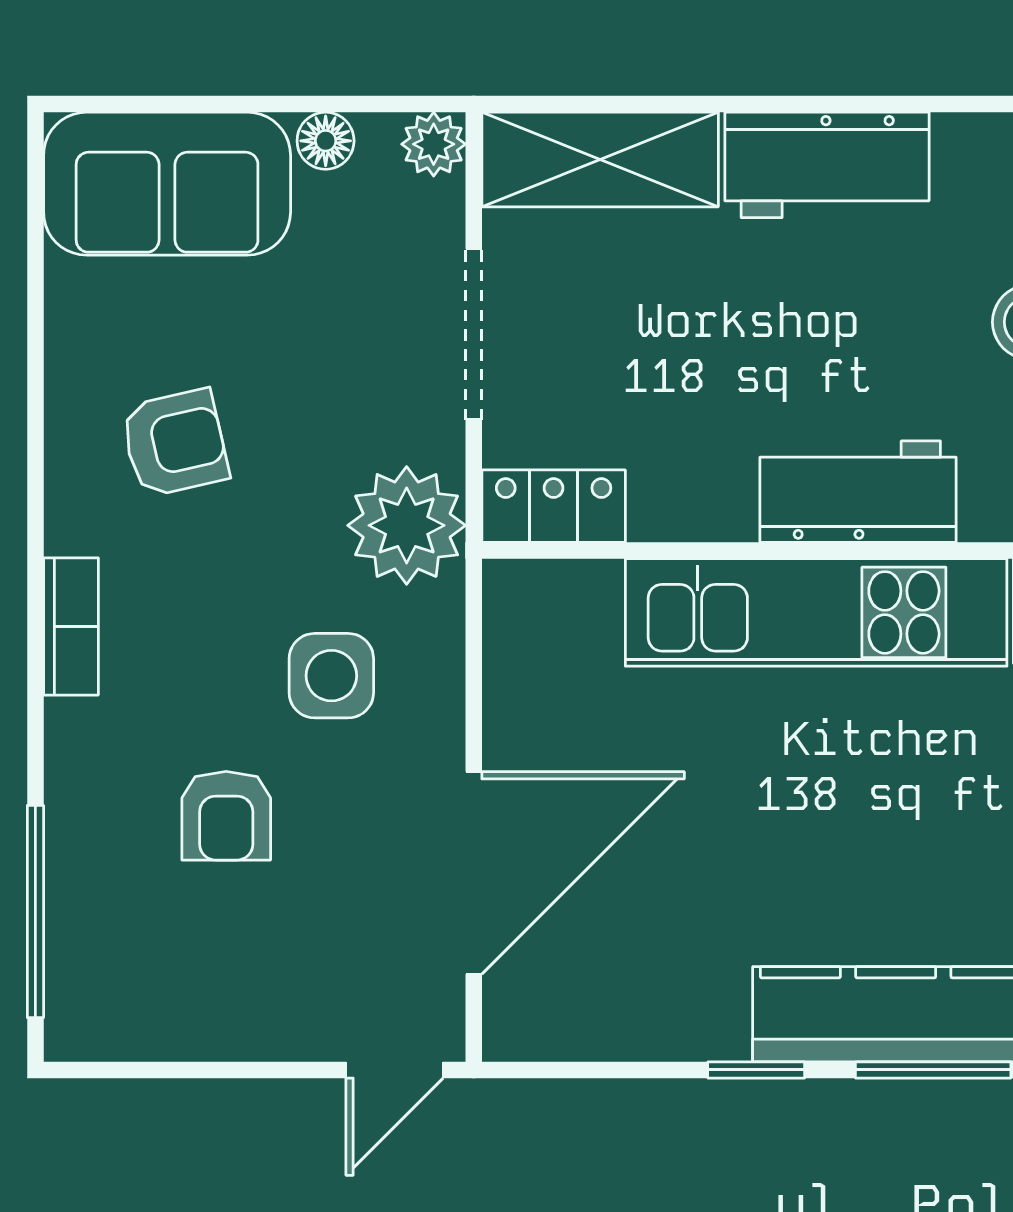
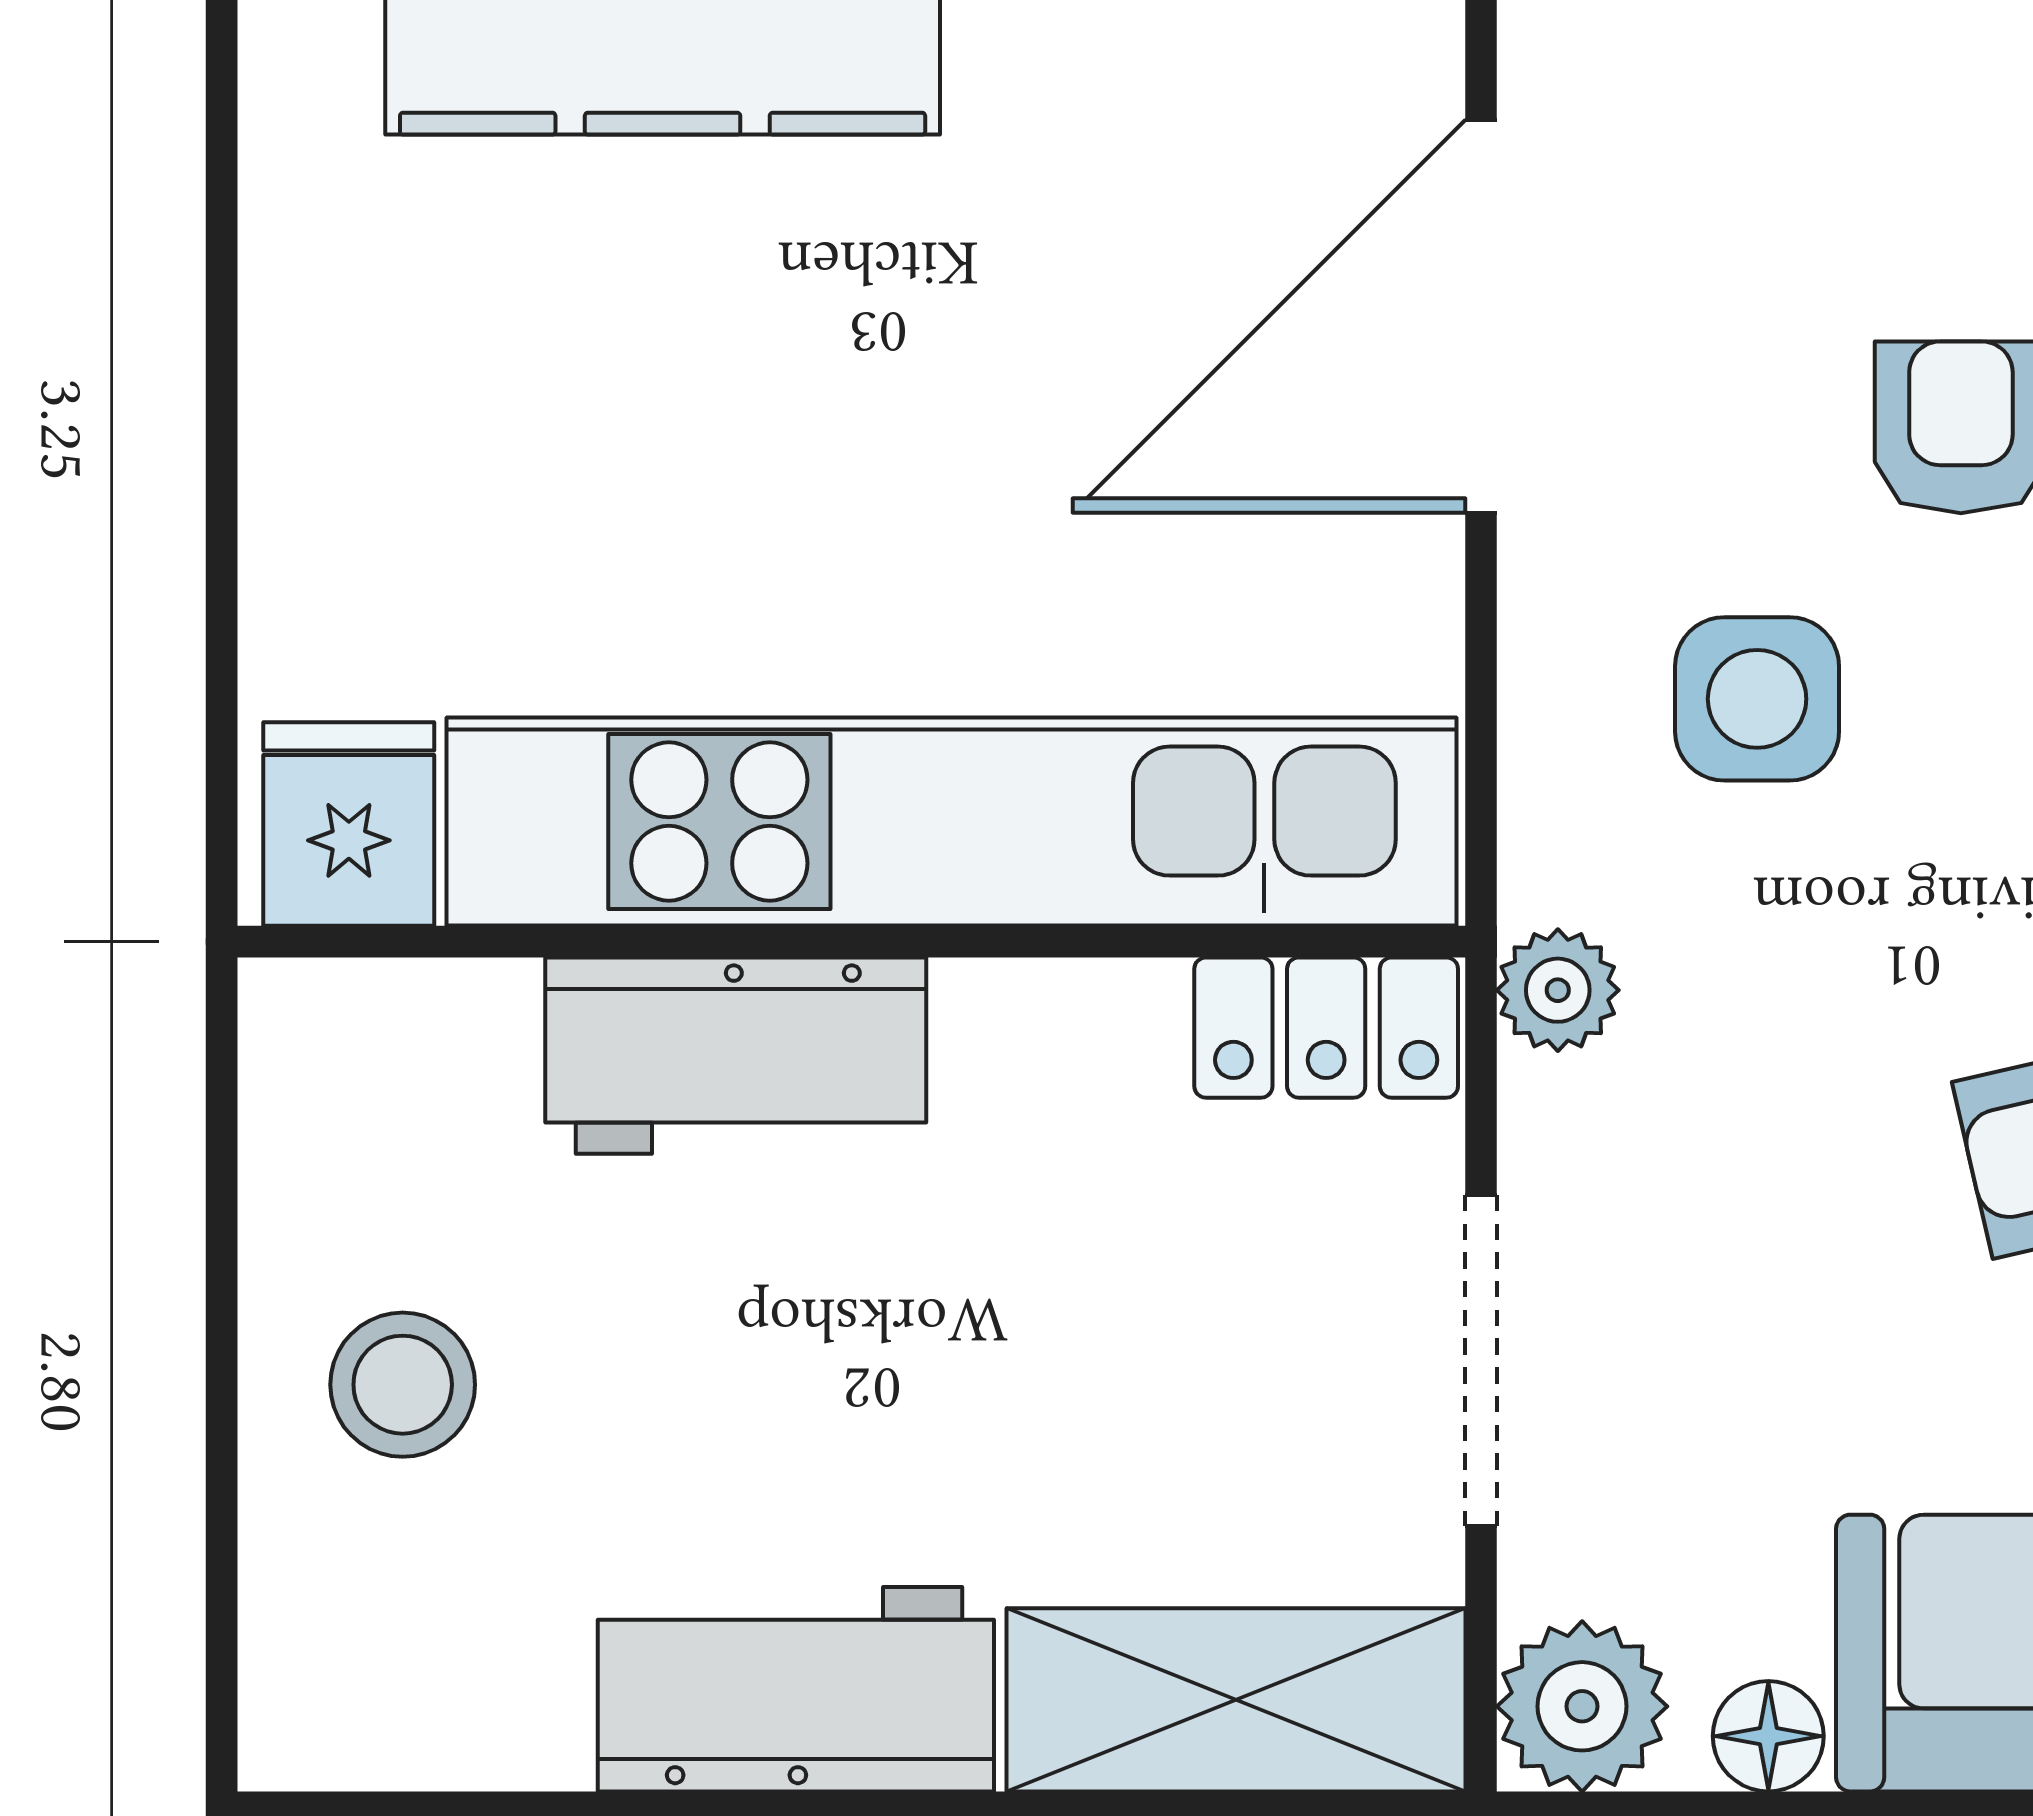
plant: (434, 144) -> (1582, 1706), width x1.38, depth x1.38
plant: (407, 525) -> (1558, 990), width x0.53, depth x0.53
kitchen unit: (816, 612) -> (951, 822), width x1.36

